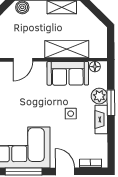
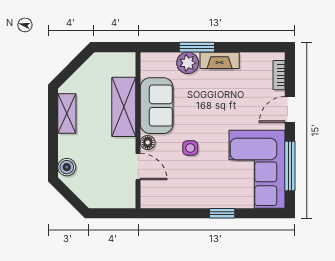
floor lamp: (95, 67) -> (148, 142), moved
side table: (71, 114) -> (190, 148), moved

